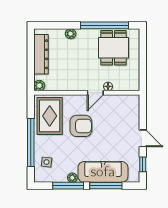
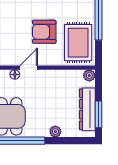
window: (31, 50) -> (98, 114), added

